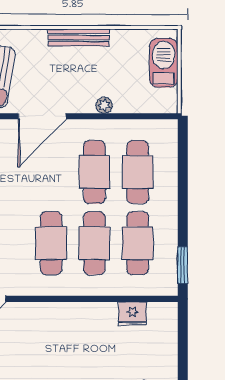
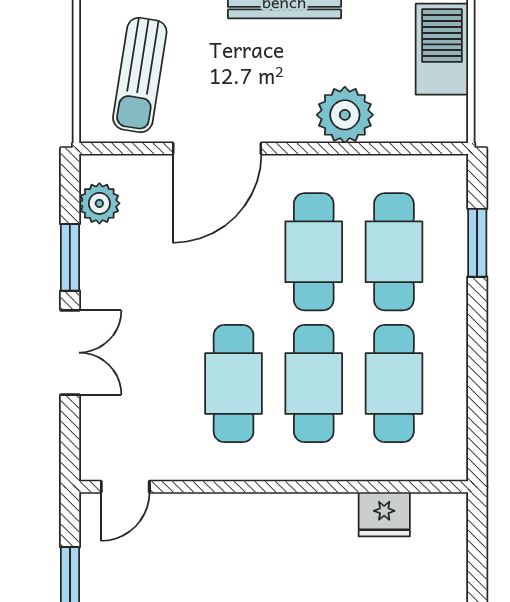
plant: (104, 105) -> (345, 115), width x1.88, depth x1.88
window: (183, 265) -> (477, 243), moved

